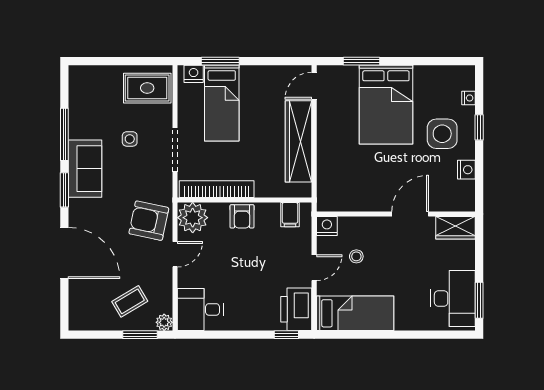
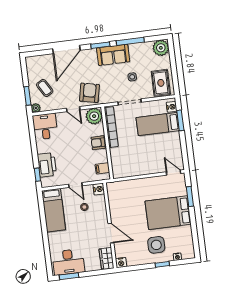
plant: (83, 80) -> (161, 48), added
wardrobe: (298, 141) -> (142, 168), removed
nightstand: (466, 170) -> (121, 263), moved
printer: (296, 309) -> (47, 165), moved, turned 90

